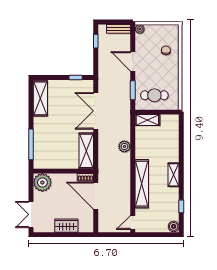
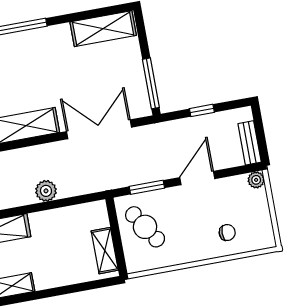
window: (96, 41) -> (202, 110), moved
window: (76, 77) -> (151, 83), width x2.17
cafe table: (154, 95) -> (145, 227), turned -33
shelving: (147, 120) -> (105, 251), moved

